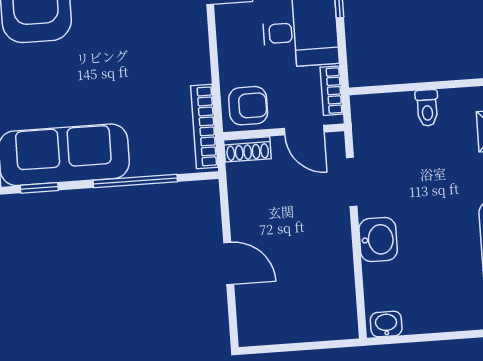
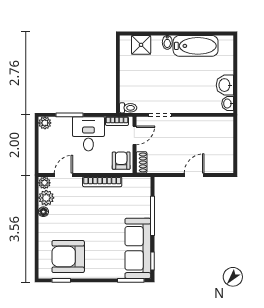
toilet: (427, 108) -> (128, 108), moved
bookcase: (204, 127) -> (102, 182), moved
washbasin: (378, 240) -> (225, 85), moved, turned -90

